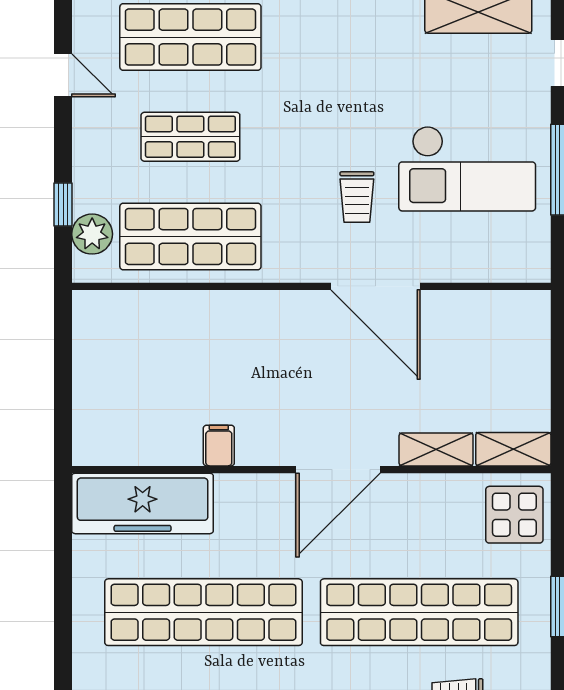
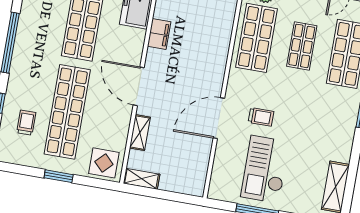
trolley: (357, 197) -> (261, 117), turned 180
filing cabinet: (219, 446) -> (159, 34), width x2.00
shelving: (513, 449) -> (142, 179), moved, turned 90

